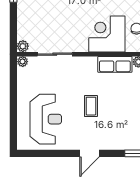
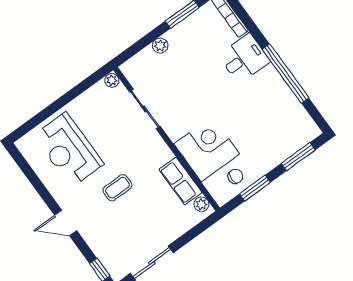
plant: (23, 46) -> (160, 46), moved
reception desk: (46, 119) -> (68, 150), turned 90

